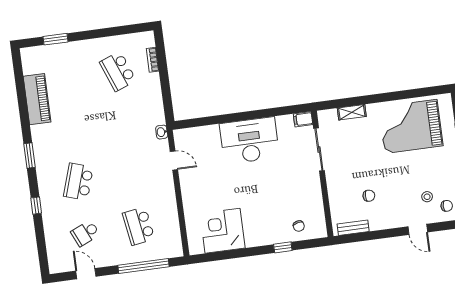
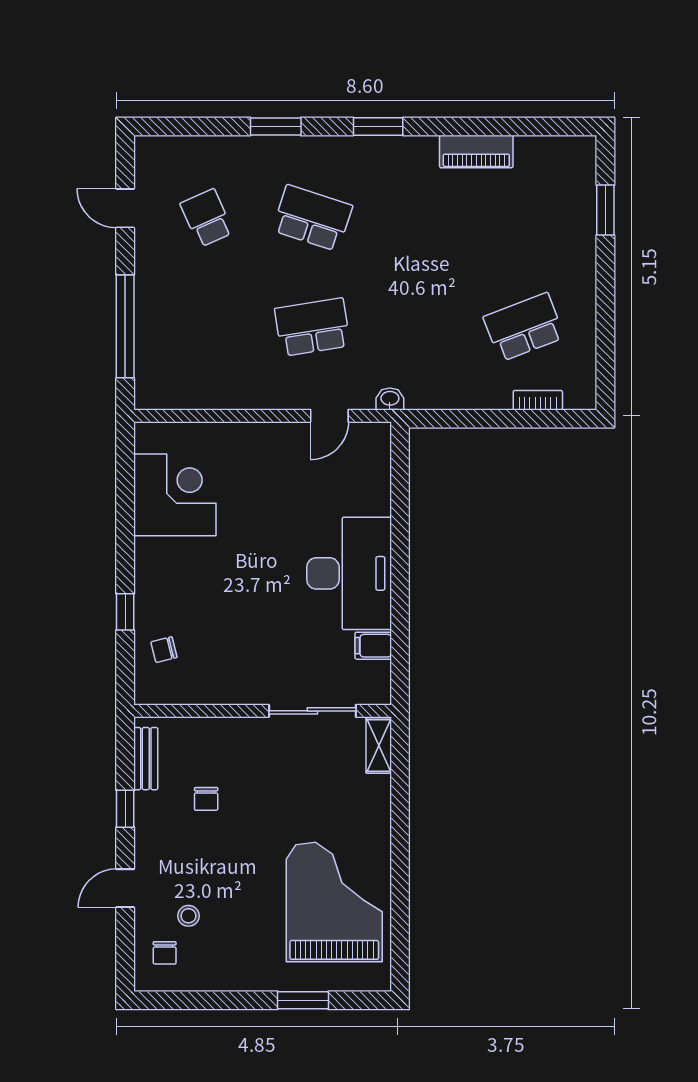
piano: (37, 99) -> (476, 152), width x0.73, depth x0.75
shelving: (352, 112) -> (379, 745), moved
filing cabinet: (303, 119) -> (373, 646), moved, turned -90
window: (36, 206) -> (276, 126), width x1.50
school desk: (139, 226) -> (312, 327), moved
window: (379, 235) -> (125, 809), added
door: (86, 274) -> (125, 208), swing flipped

